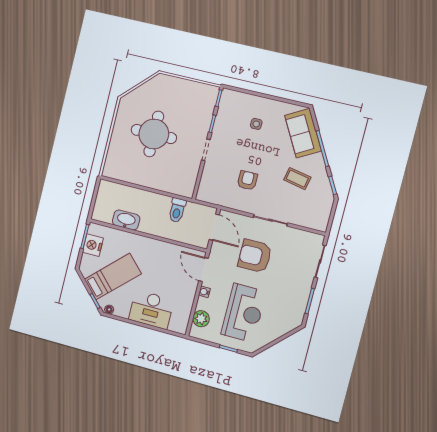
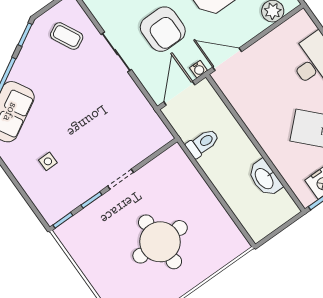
coffee table: (297, 179) -> (67, 36), moved, turned -38
armchair: (247, 180) -> (105, 112), removed
door: (204, 269) -> (227, 59), swing flipped
water cooler: (204, 292) -> (199, 69), moved

